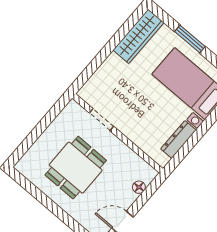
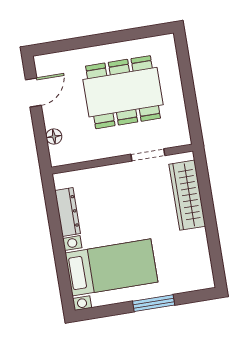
wardrobe: (138, 36) -> (187, 195), moved
dining table: (76, 168) -> (123, 92), width x1.38

